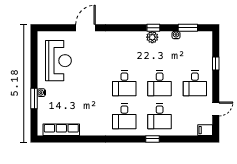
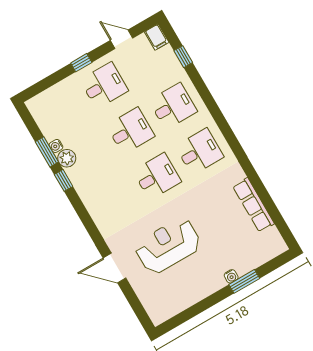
window: (188, 28) -> (47, 152), moved
plant: (152, 37) -> (67, 158), moved
reception desk: (58, 61) -> (168, 246), moved
window: (216, 63) -> (81, 63), moved
row of seats: (61, 130) -> (254, 205), moved
window: (153, 139) -> (183, 57), moved

